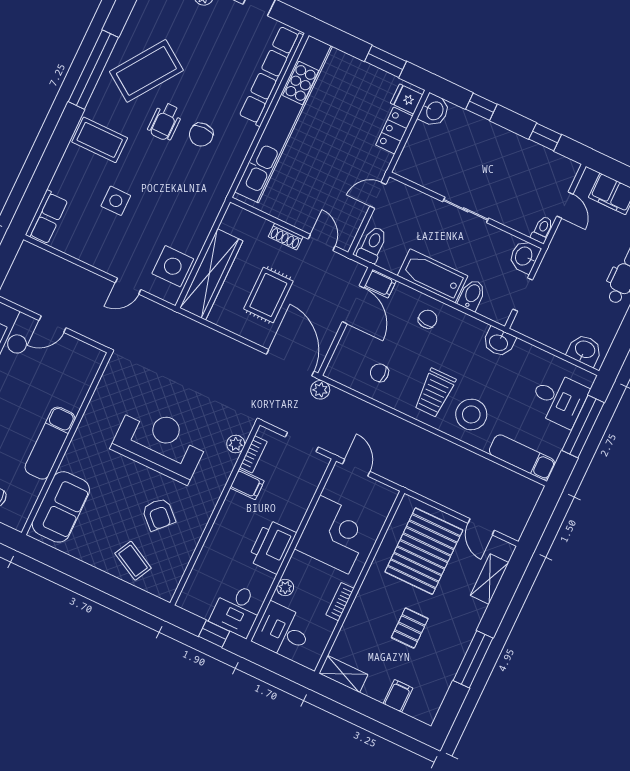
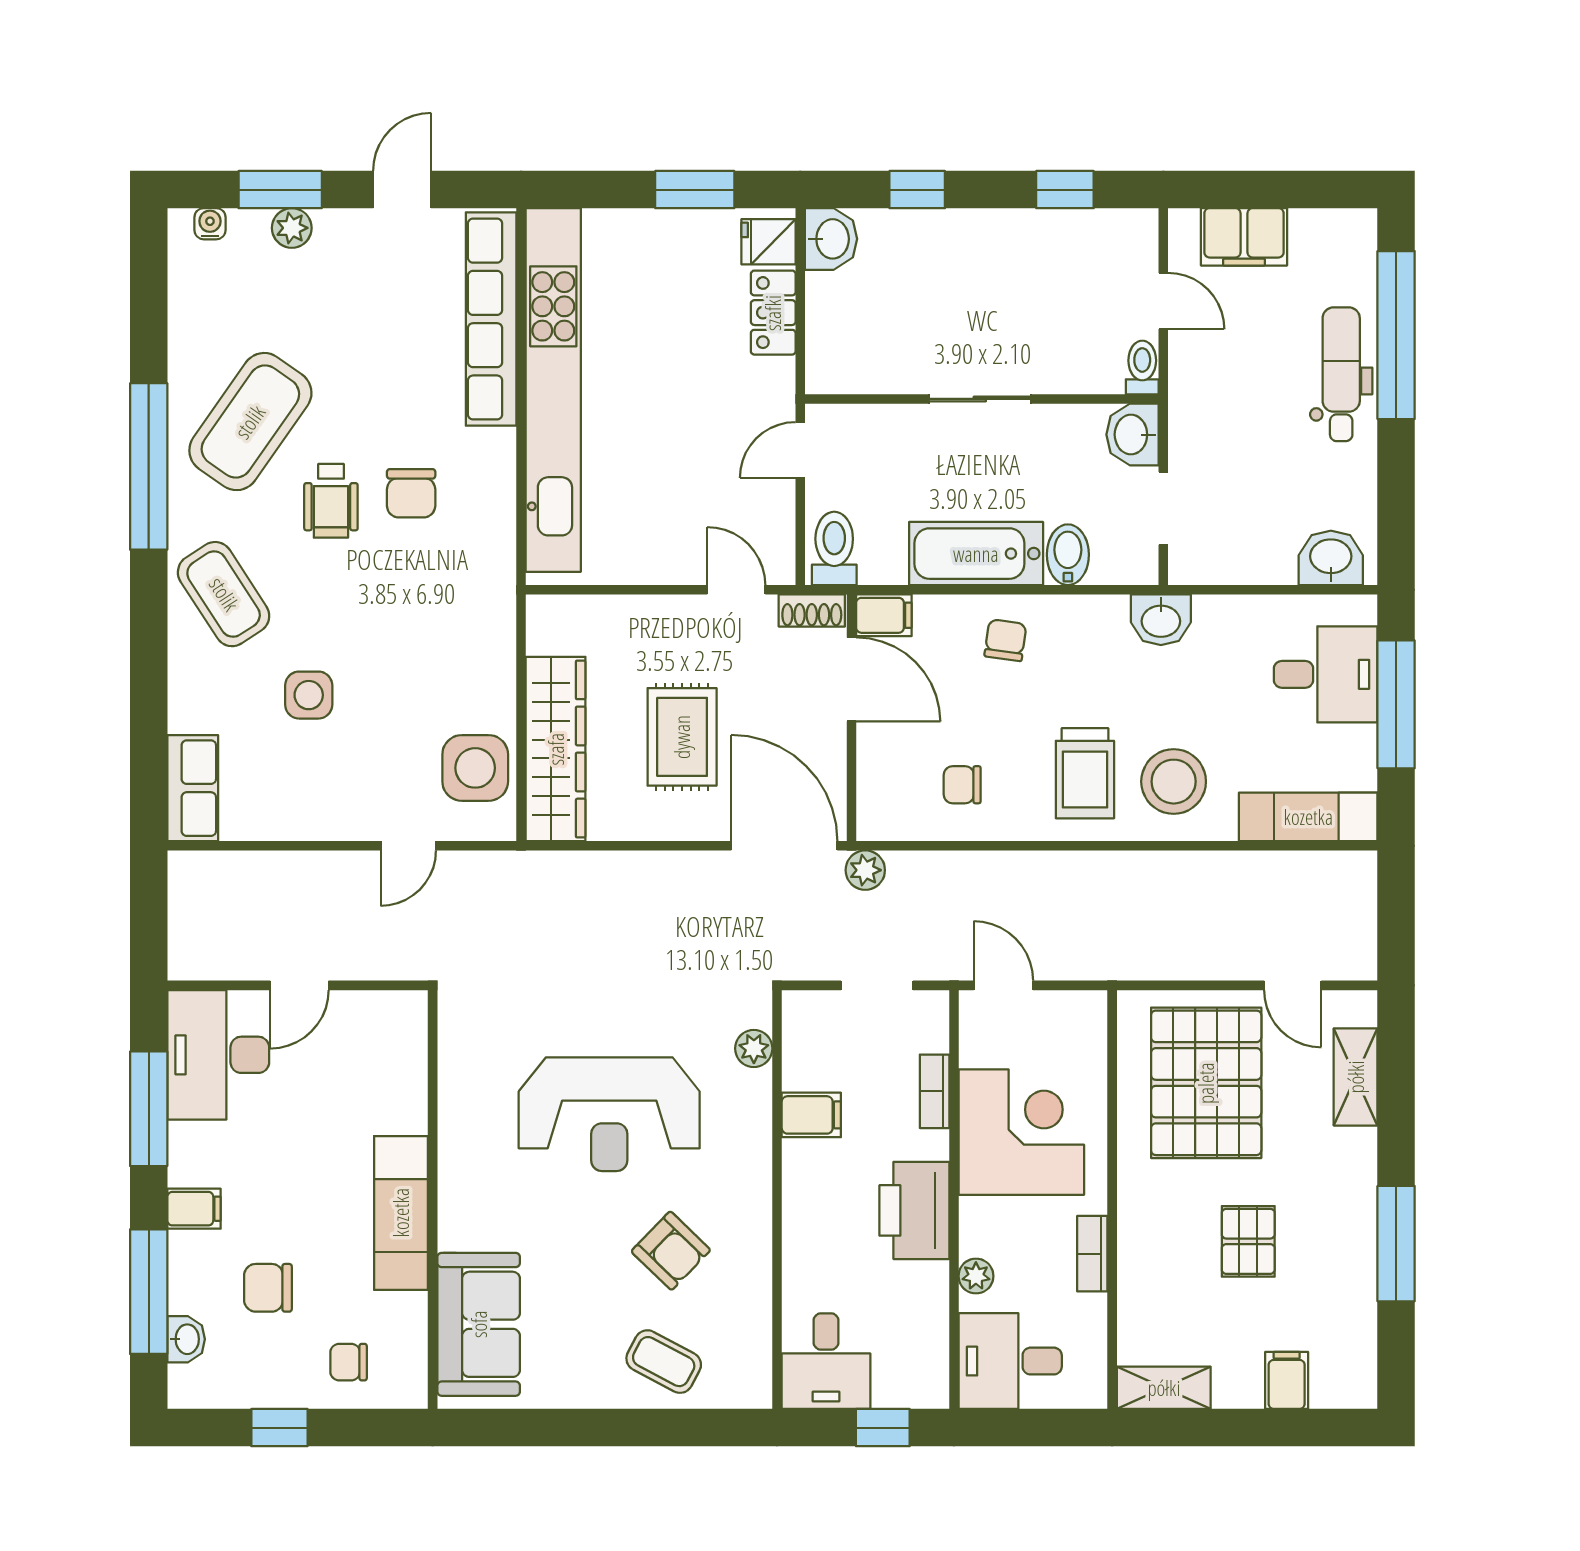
coffee table: (100, 140) -> (224, 594), turned 57
shoe rack: (286, 236) -> (812, 611), moved
reception desk: (160, 443) -> (609, 1114), turned 180
bookcase: (253, 454) -> (935, 1091), moved, turned 180
desk: (237, 610) -> (826, 1361), moved

